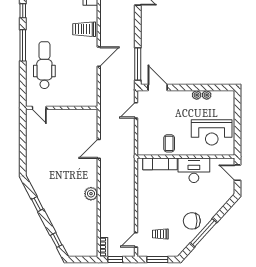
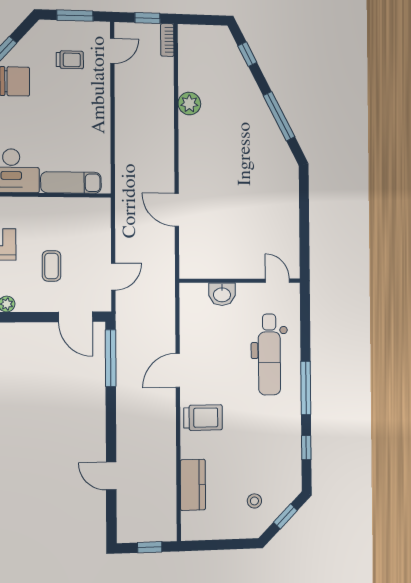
washbasin: (72, 100) -> (222, 294), added
coffee table: (169, 143) -> (52, 266), moved
door: (99, 149) -> (177, 210), swing flipped
plant: (91, 194) -> (189, 104), moved
window: (37, 204) -> (279, 116), width x2.17

